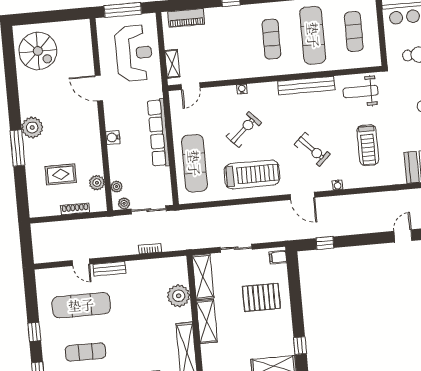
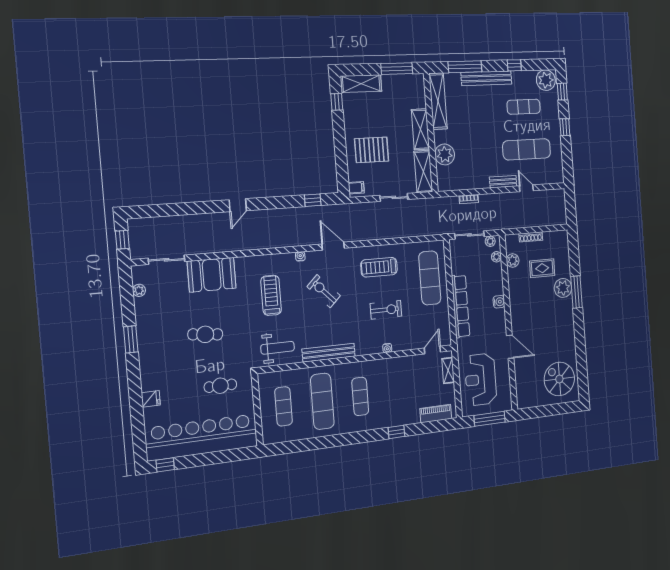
plant: (32, 128) -> (563, 288), moved
exercise bike: (244, 130) -> (386, 310), turned -138
treadmill: (252, 174) -> (379, 267), width x0.73, depth x0.73

